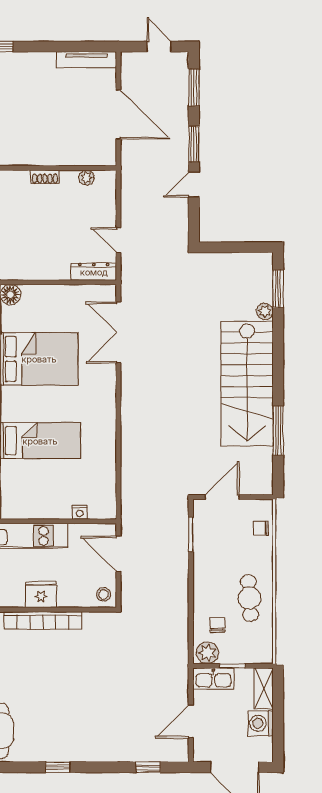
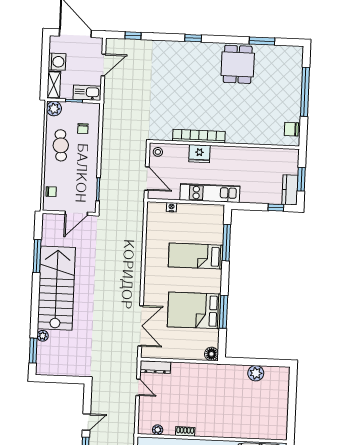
plant: (207, 653) -> (54, 109), moved

